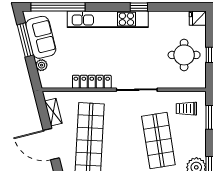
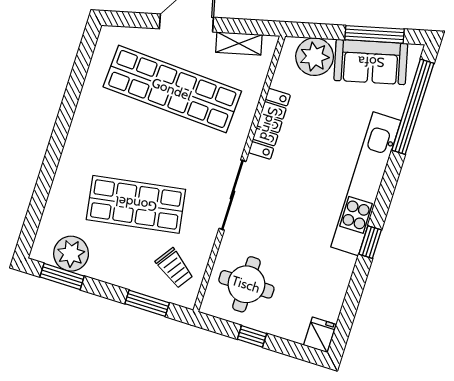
round table: (184, 55) -> (246, 284), moved
plant: (42, 65) -> (315, 57), width x1.88, depth x1.88
trolley: (186, 109) -> (174, 268), turned 125

